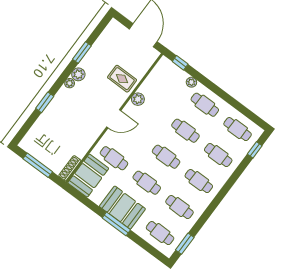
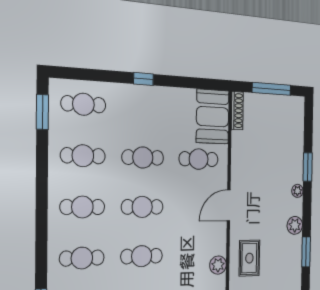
rug: (122, 79) -> (249, 258), turned 90
plant: (70, 83) -> (297, 191), moved
plant: (138, 99) -> (218, 265), moved
booth: (122, 208) -> (150, 105), removed
window: (116, 224) -> (143, 79), width x0.46

